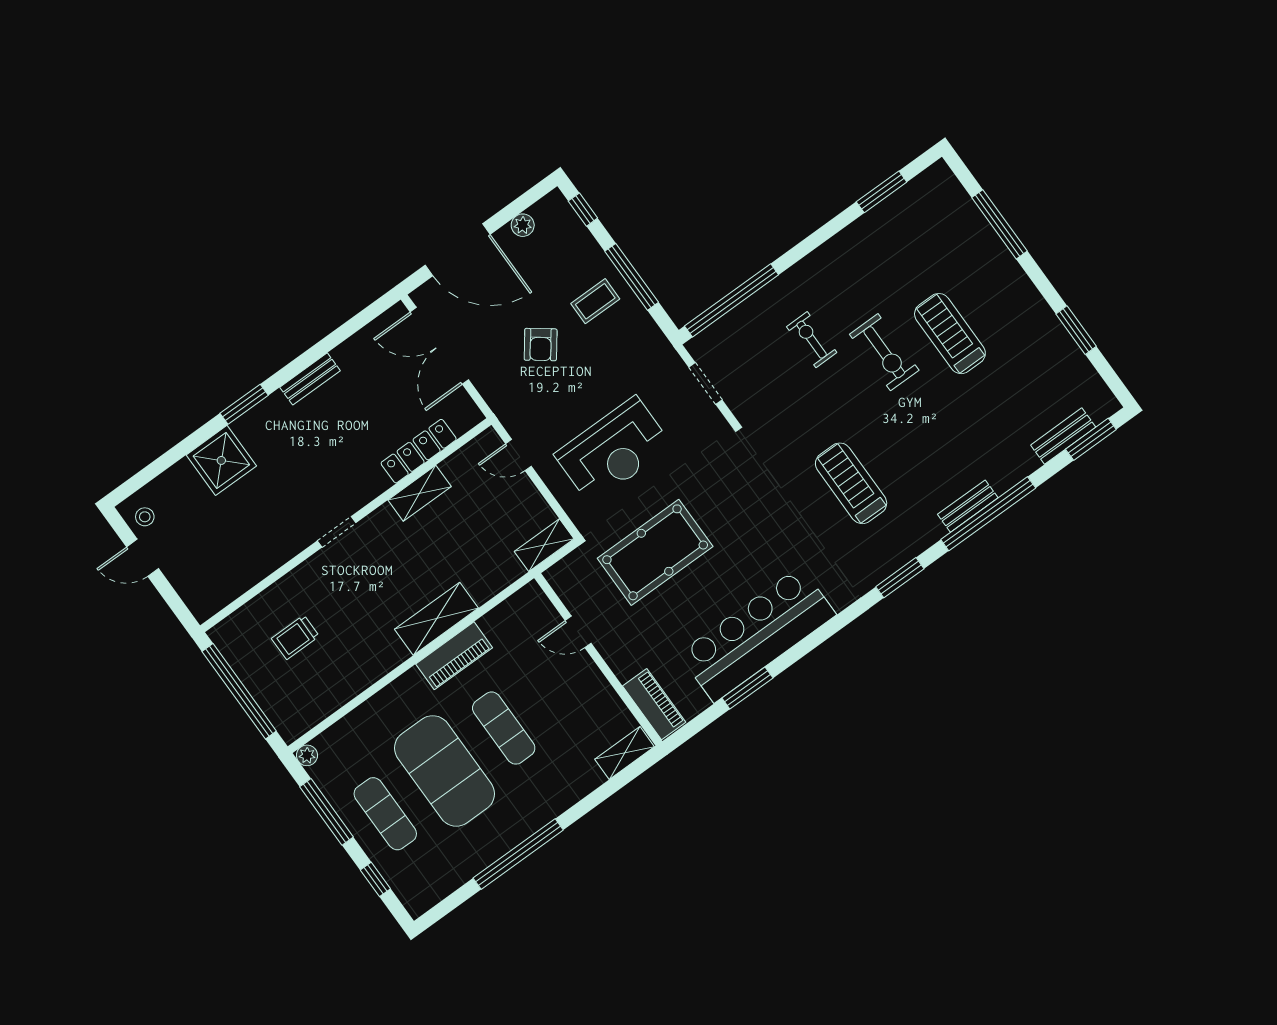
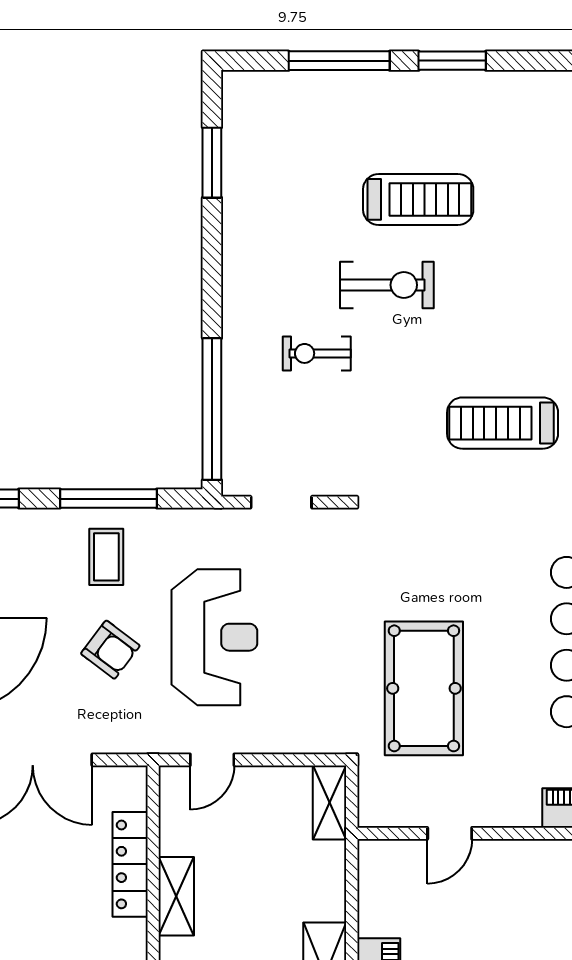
window: (1076, 330) -> (452, 61), moved
treadmill: (950, 334) -> (418, 199), turned 180
reception desk: (613, 450) -> (214, 637), moved

